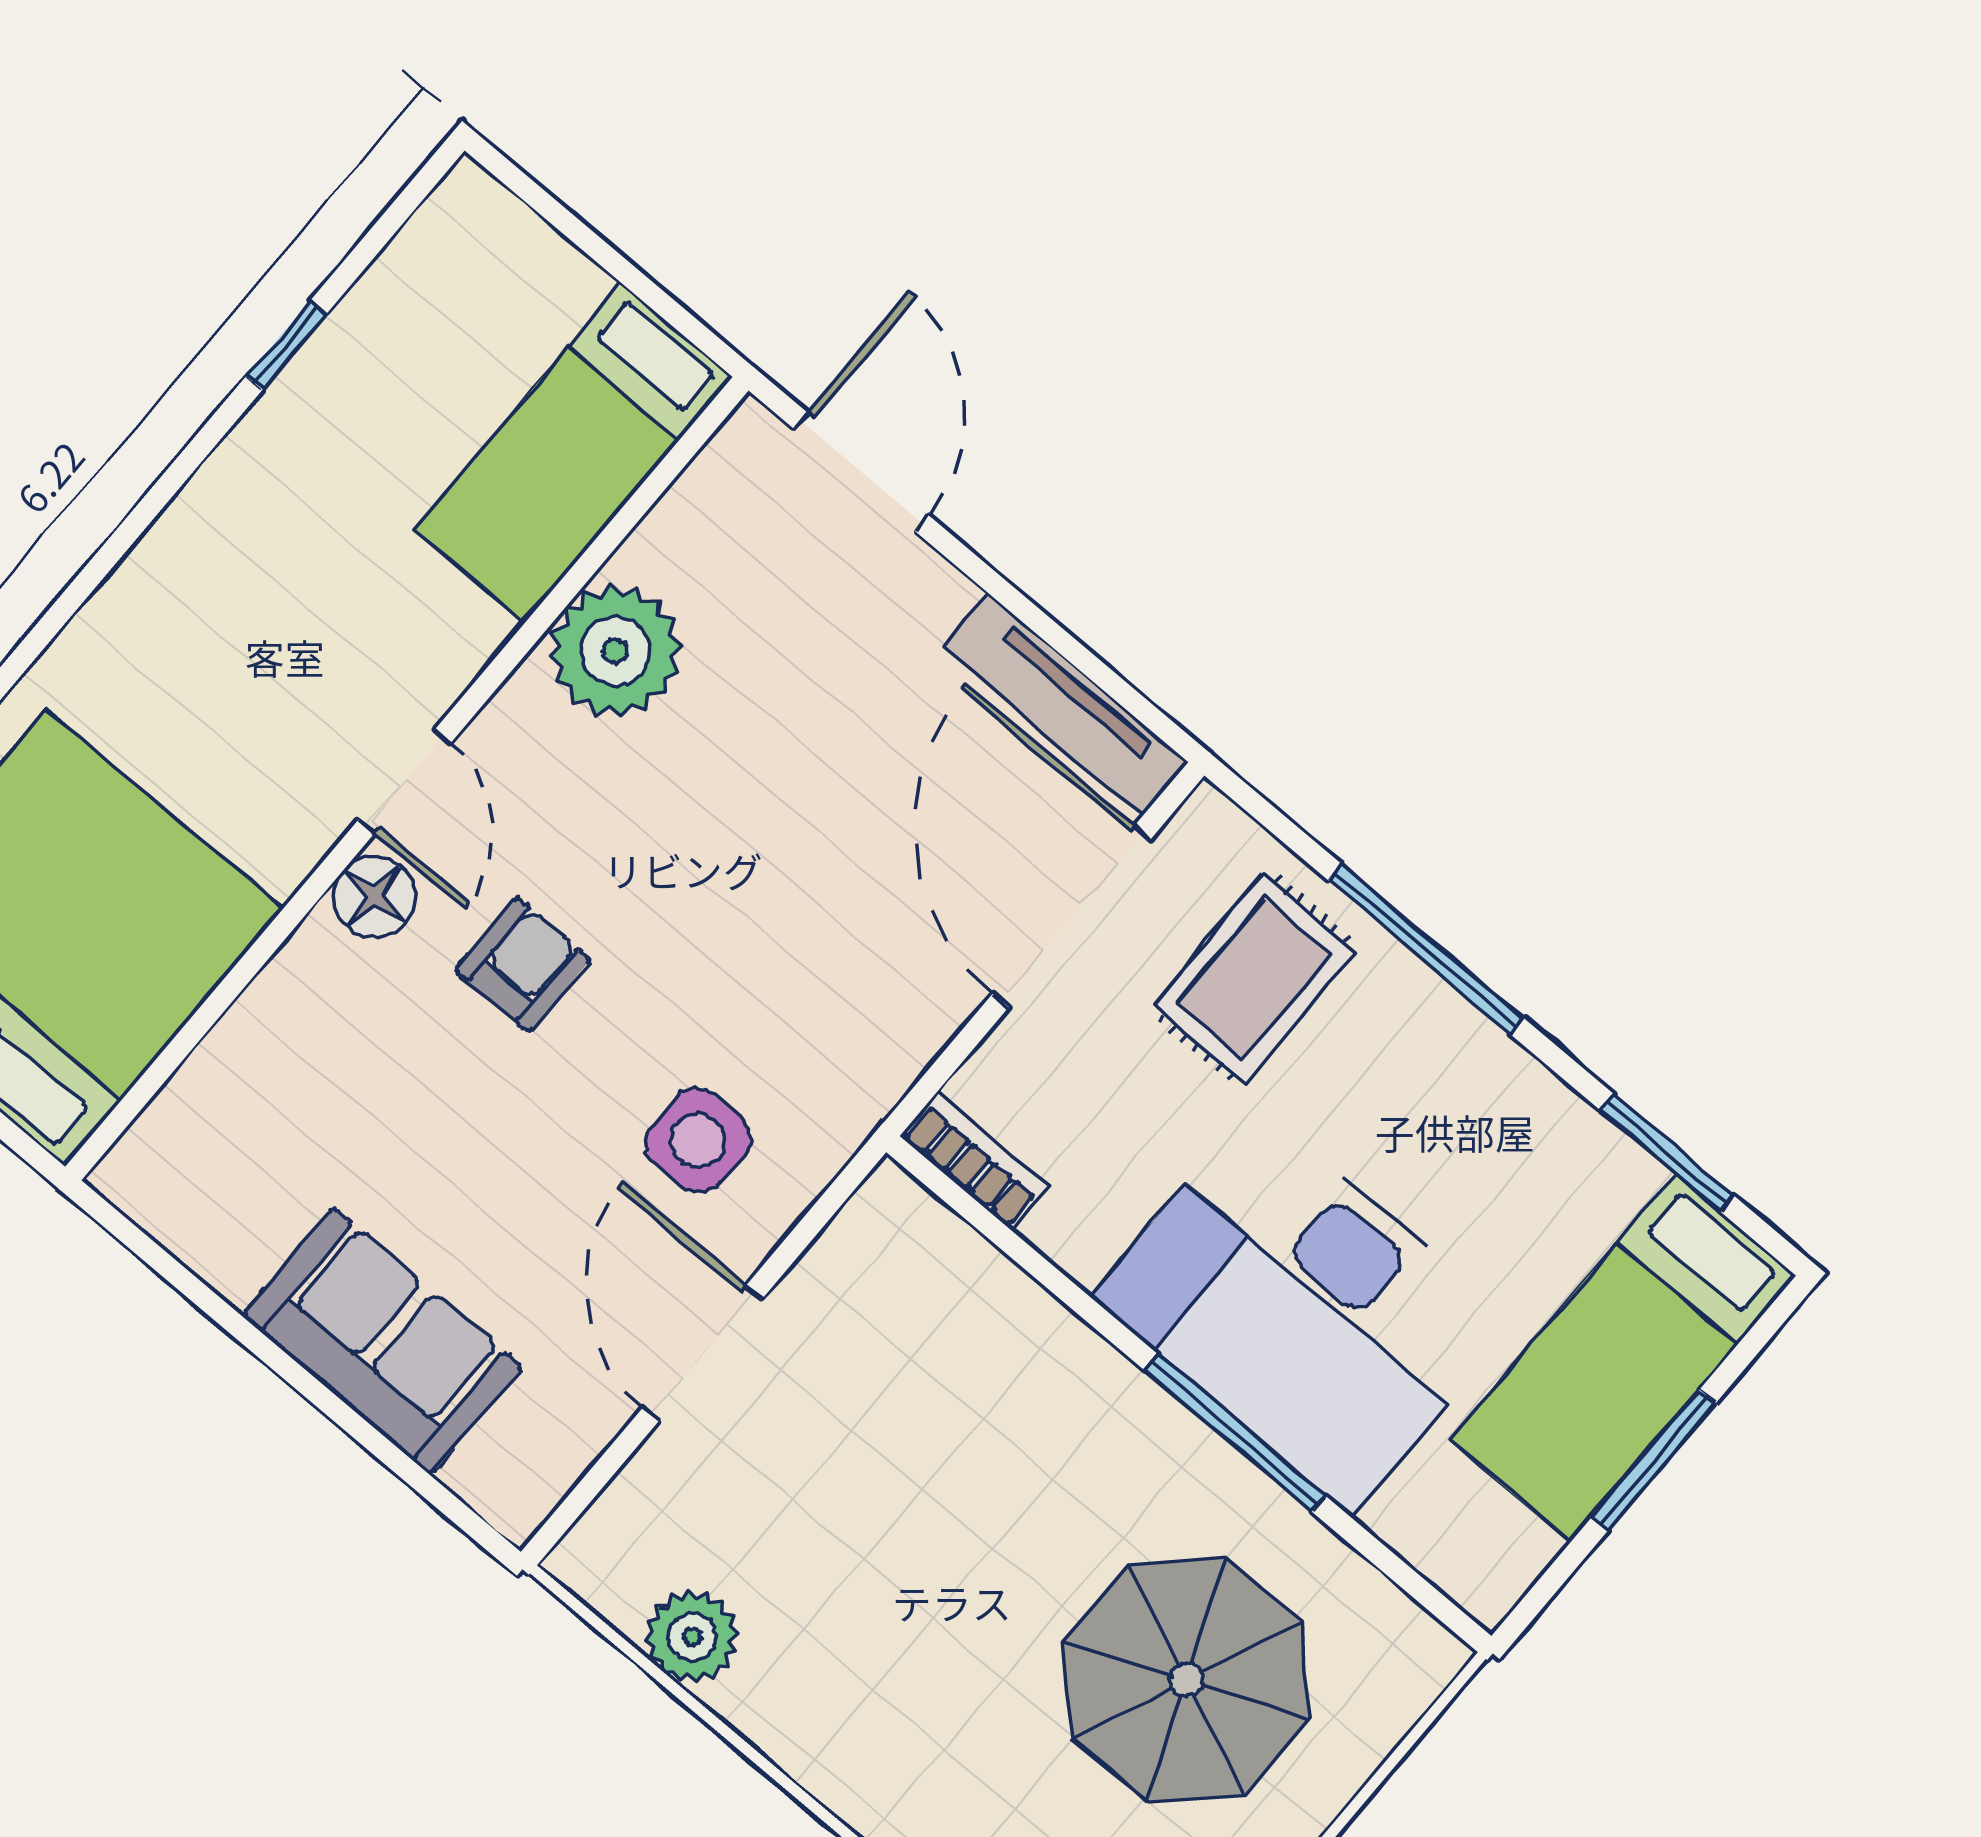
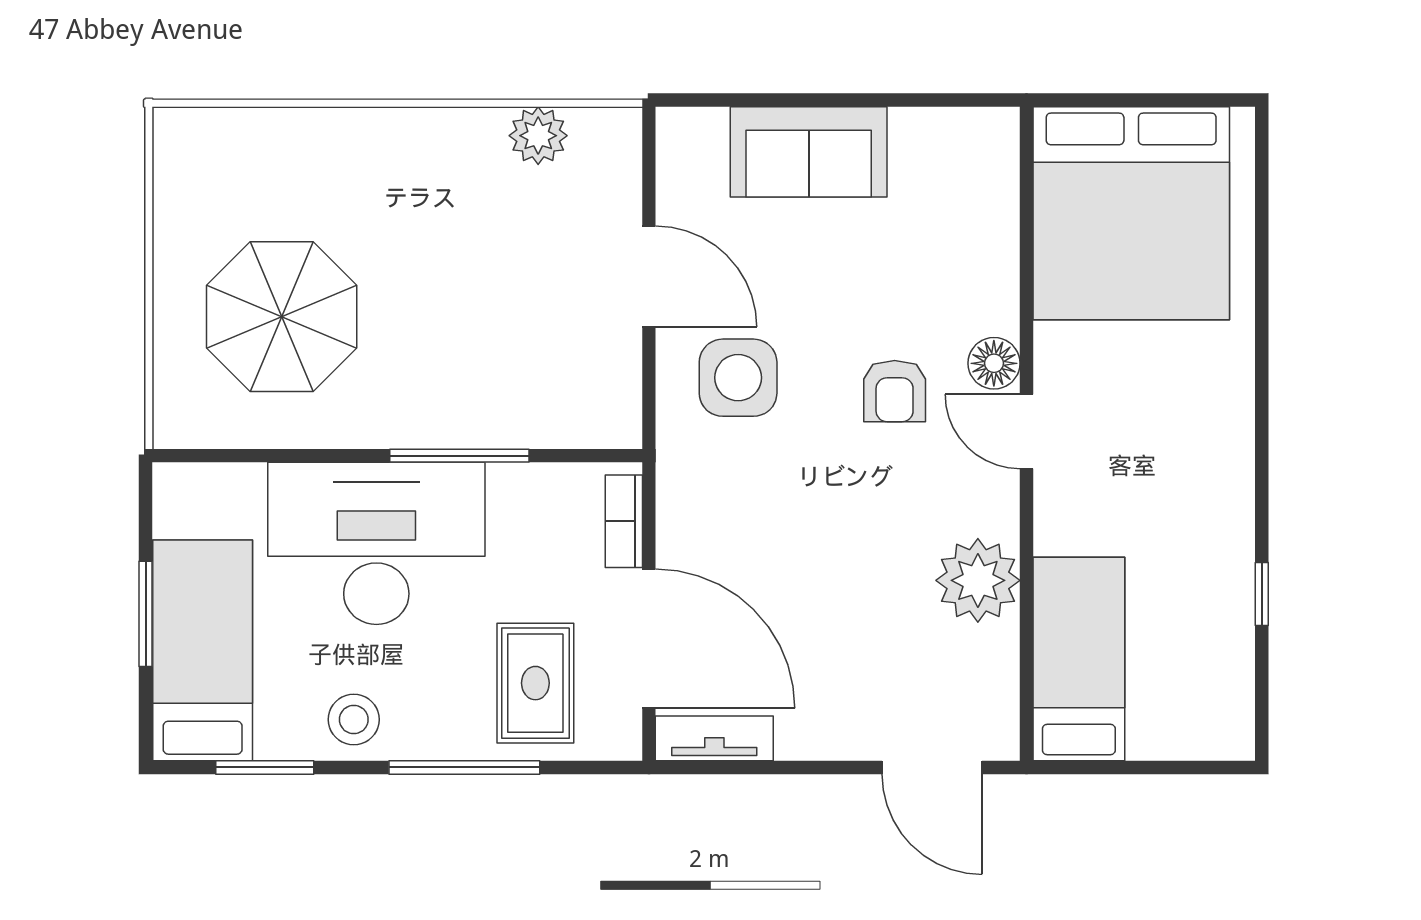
tv unit: (1065, 705) -> (714, 738), width x0.71
stool: (1510, 1120) -> (354, 720), added
side table: (698, 1140) -> (738, 378), width x1.37, depth x1.37
bookcase: (974, 1161) -> (624, 521), moved, turned 90
window: (1235, 1433) -> (459, 456), moved

